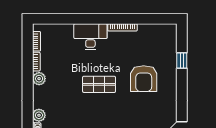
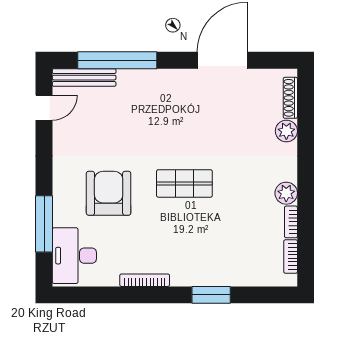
window: (83, 19) -> (211, 295), added
desk: (90, 37) -> (74, 256), moved, turned 90
window: (182, 61) -> (44, 224), width x2.17

